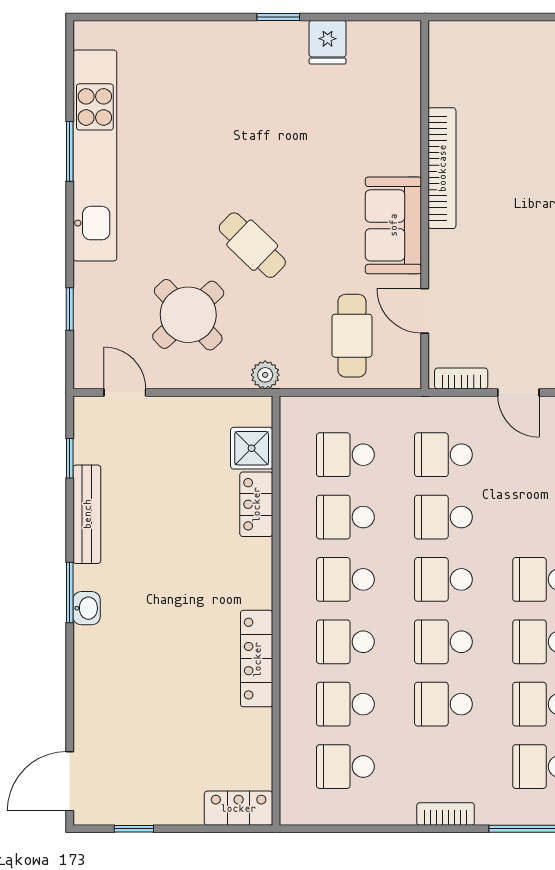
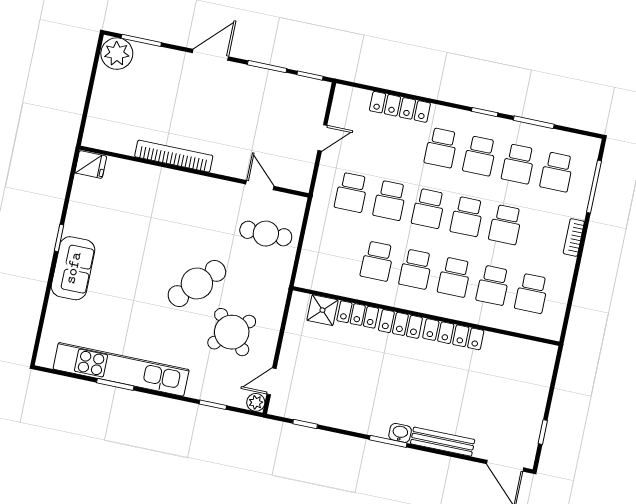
fridge: (328, 42) -> (91, 165), moved
sofa: (393, 225) -> (73, 268), moved, turned -90
cafe table: (252, 245) -> (197, 284), width x1.37, depth x1.35
door: (425, 311) -> (260, 185), swing flipped
plant: (265, 375) -> (256, 402), moved
bookcase: (461, 378) -> (306, 171), removed
school desk: (345, 455) -> (339, 253), removed
bench: (87, 514) -> (443, 442), moved
locker: (239, 808) -> (400, 324), moved, turned -90

